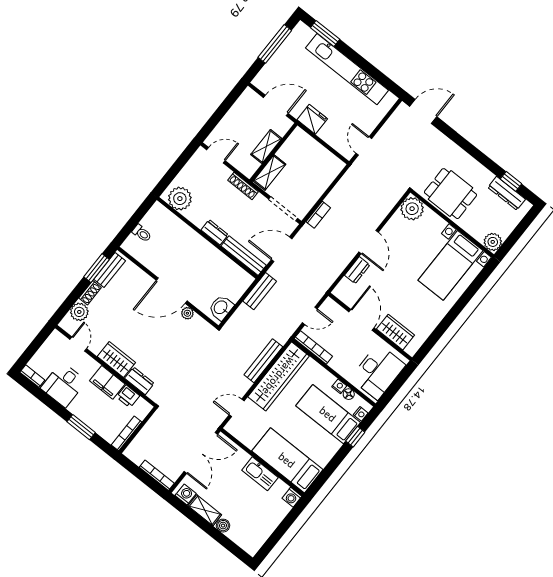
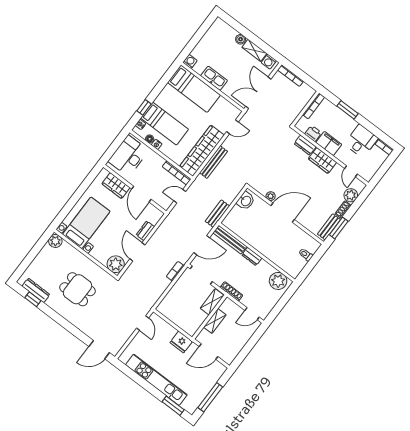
plant: (412, 209) -> (116, 264), moved
wall: (452, 224) -> (86, 254), moved
plant: (493, 242) -> (55, 241), moved
bed with nightstands: (450, 265) -> (86, 223), moved

